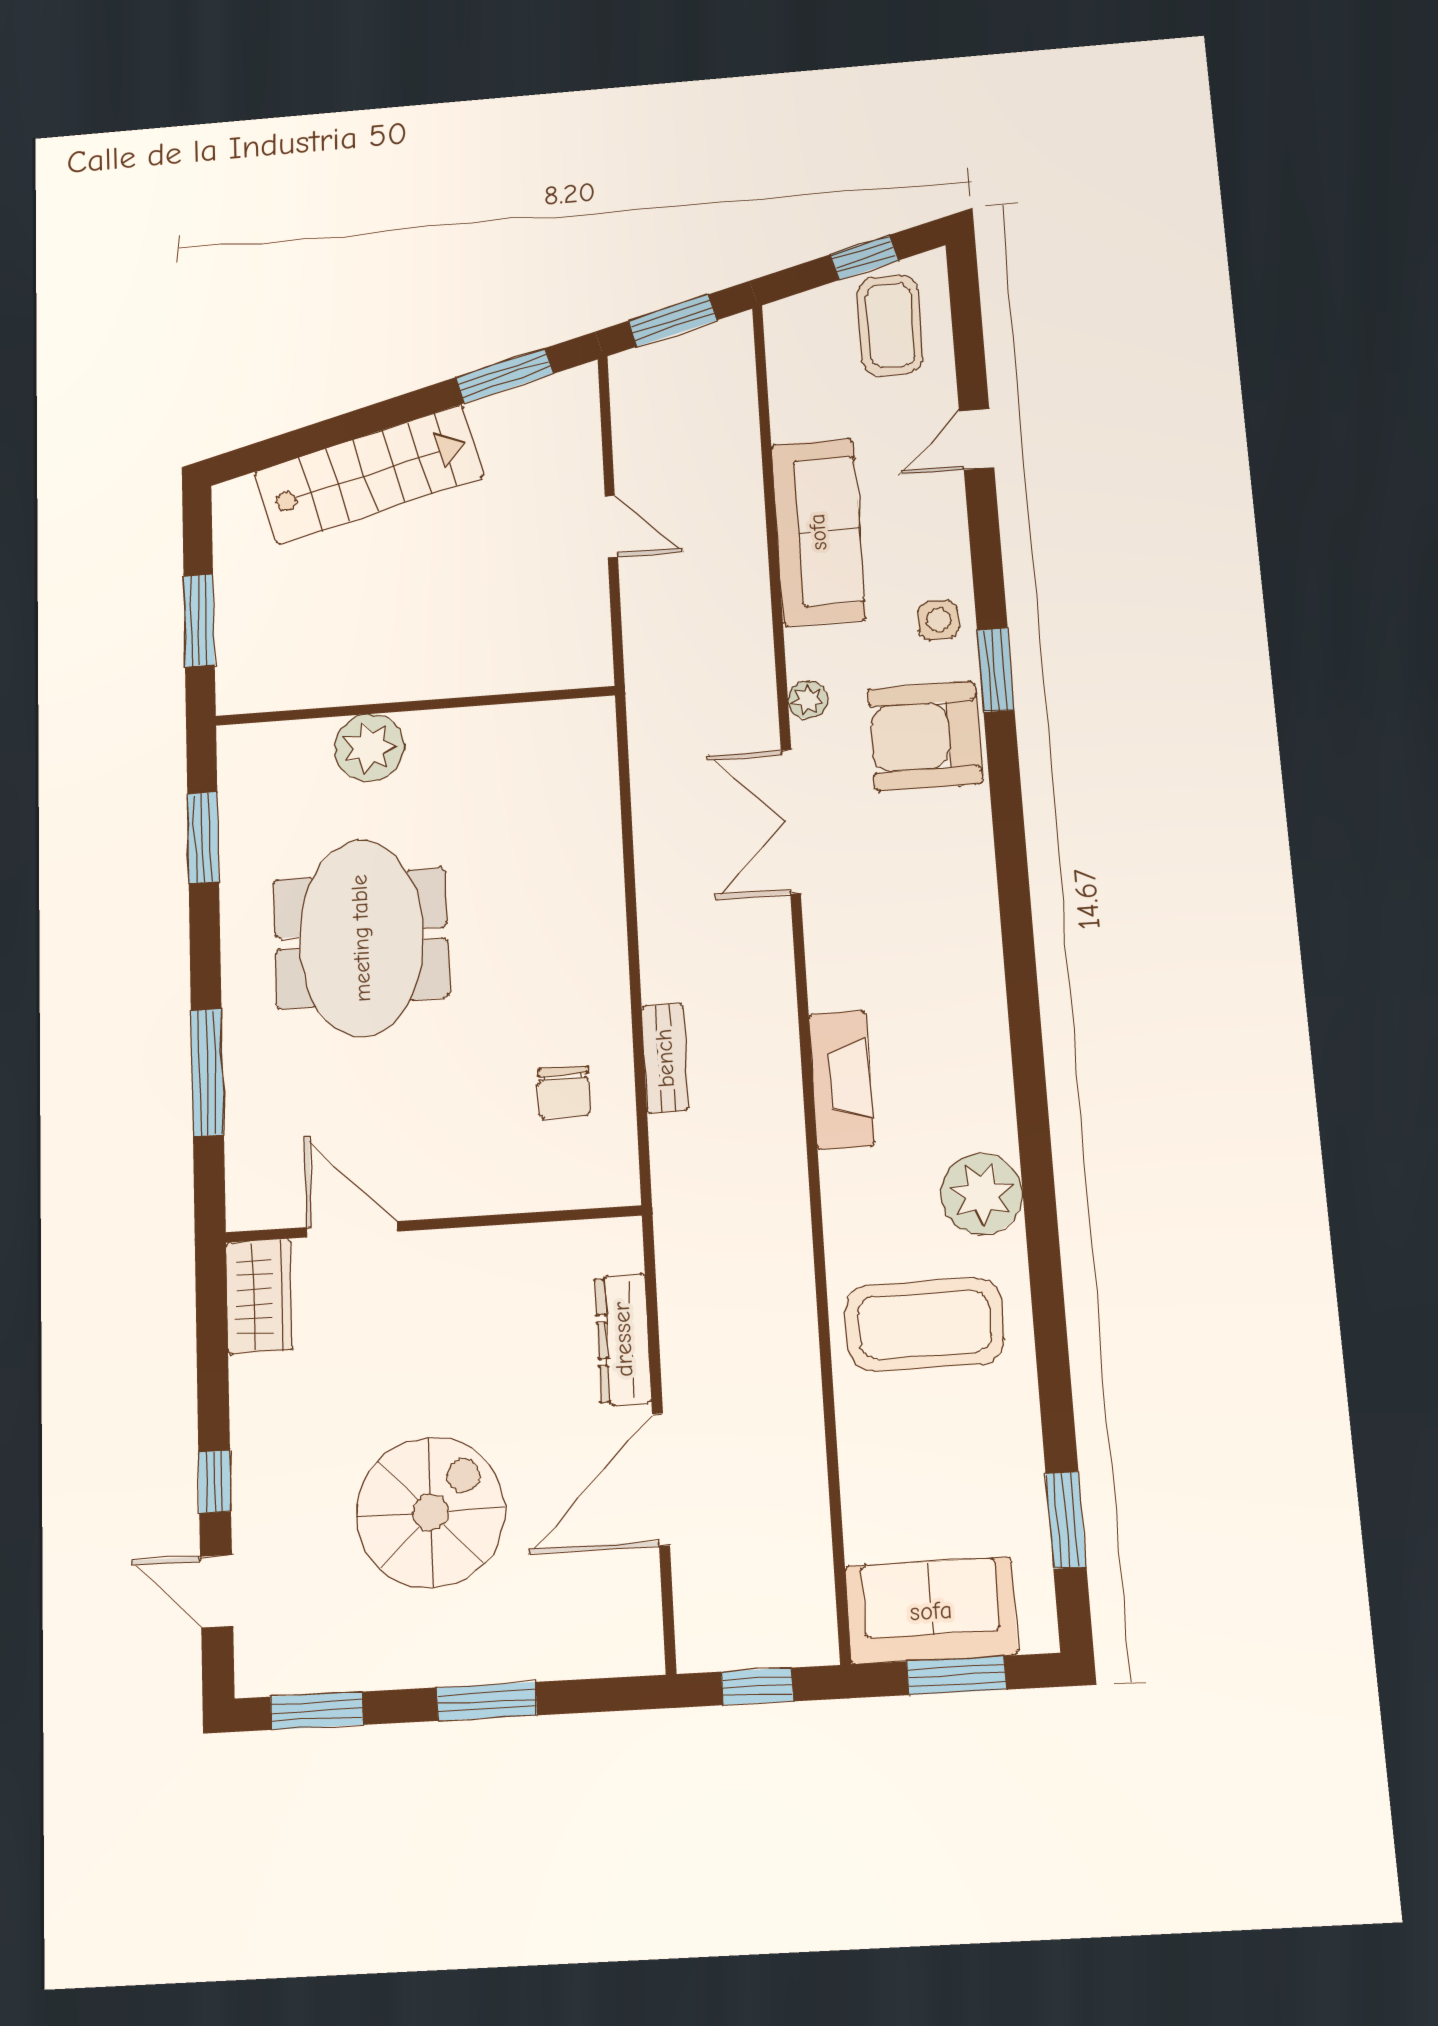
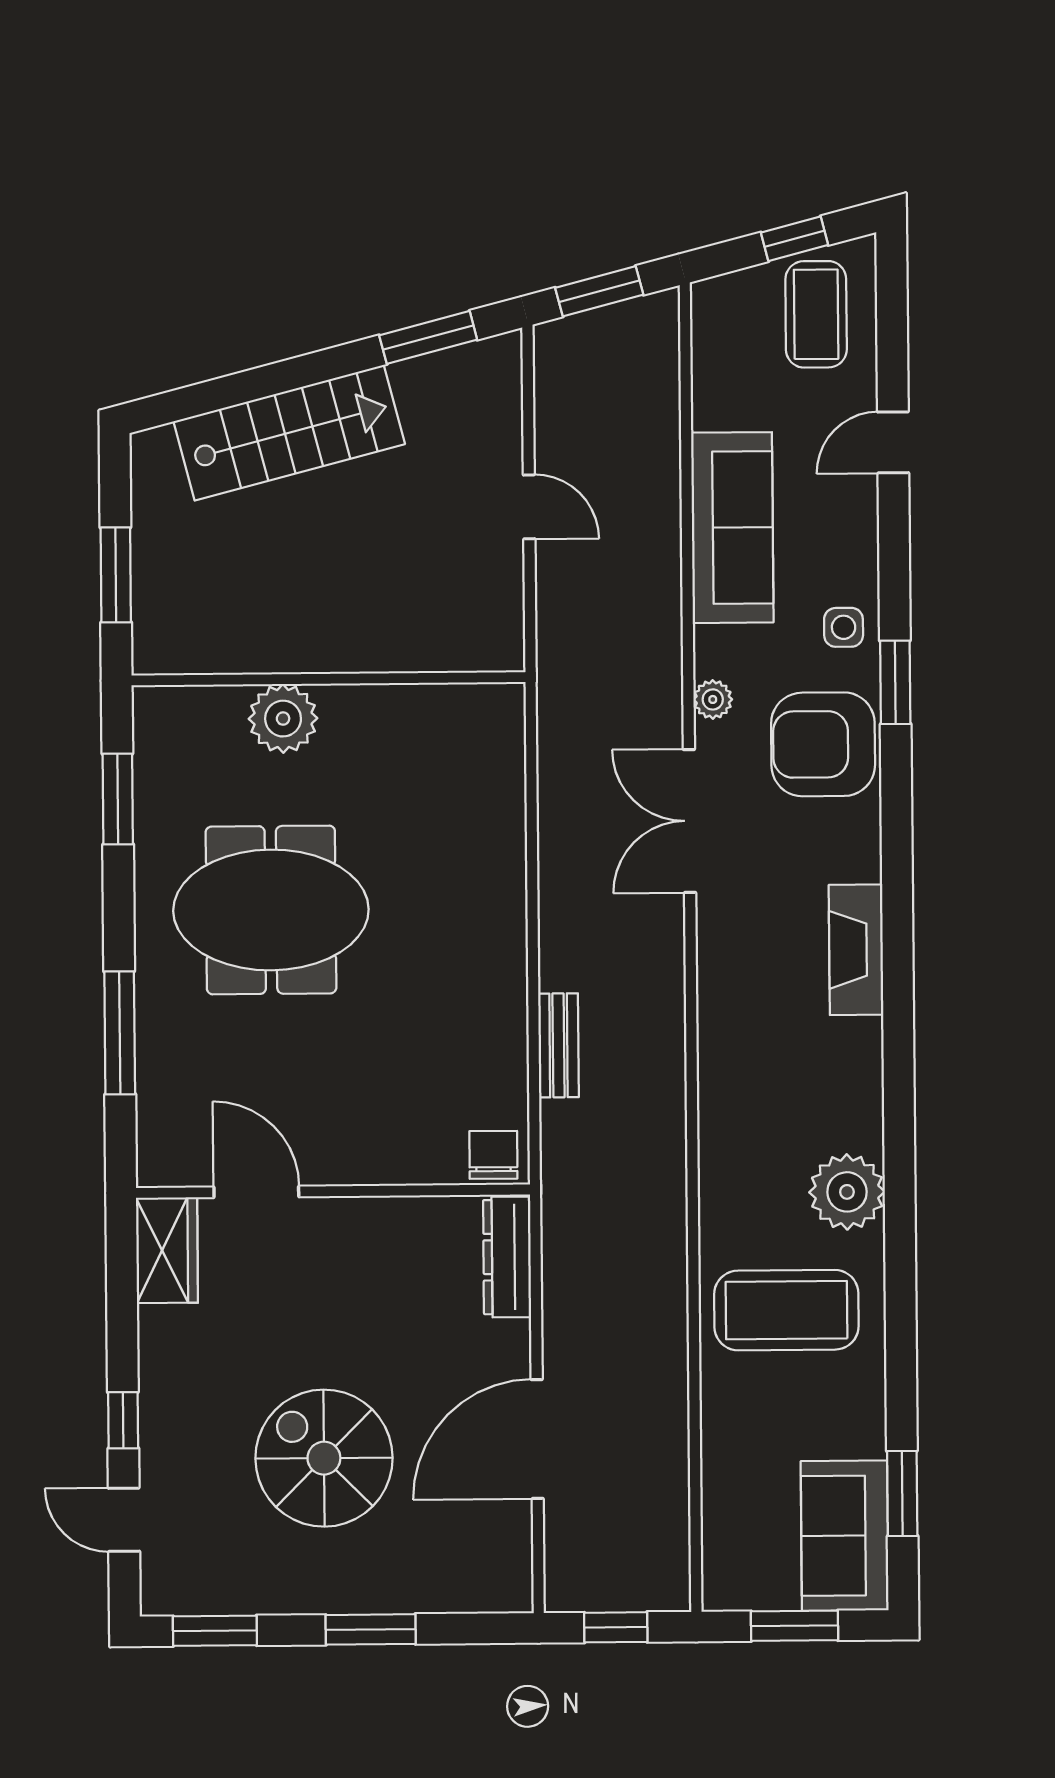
meeting table: (361, 938) -> (271, 910), turned 90
fireplace: (841, 1080) -> (856, 950), moved, turned 180
chair: (564, 1092) -> (493, 1155), moved, turned 180
dresser: (623, 1339) -> (507, 1257), moved
spiral stairs: (431, 1512) -> (324, 1458), turned -90
sofa: (931, 1611) -> (845, 1536), moved, turned -90

